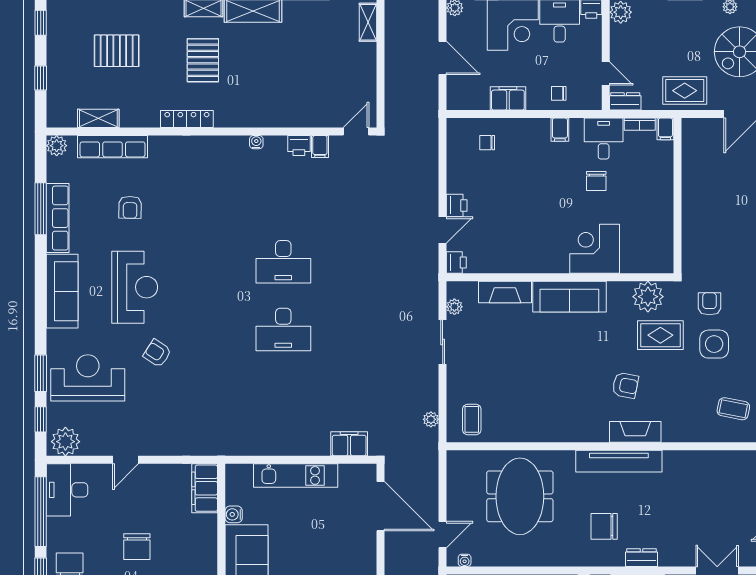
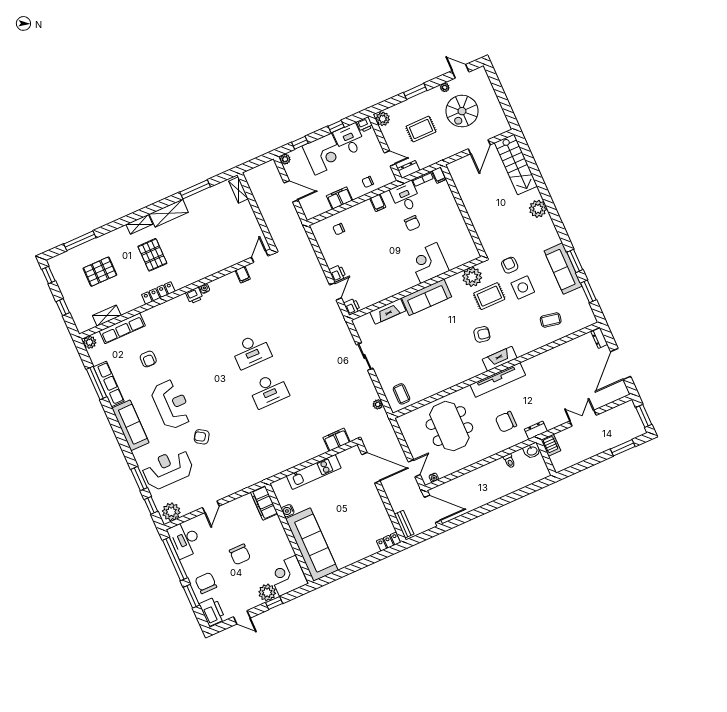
rug: (685, 91) -> (421, 129), moved
printer: (299, 145) -> (194, 295), moved
plant: (454, 307) -> (362, 333), removed

